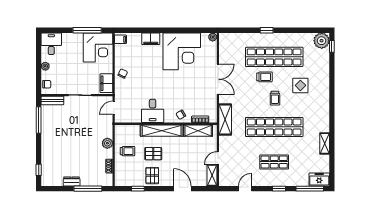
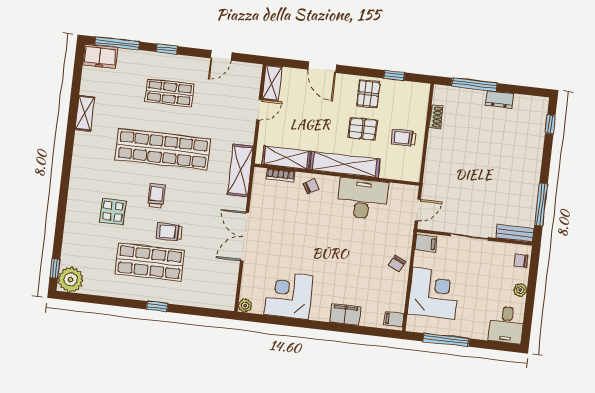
corner desk: (98, 47) -> (434, 293), moved, turned 90
corner desk: (182, 51) -> (289, 295), width x0.74, depth x0.74
shop shelf: (274, 57) -> (150, 262), width x0.71
filing cabinet: (106, 83) -> (426, 243), width x0.50
desk: (153, 111) -> (362, 199), width x1.37
plant: (107, 143) -> (435, 154), removed

